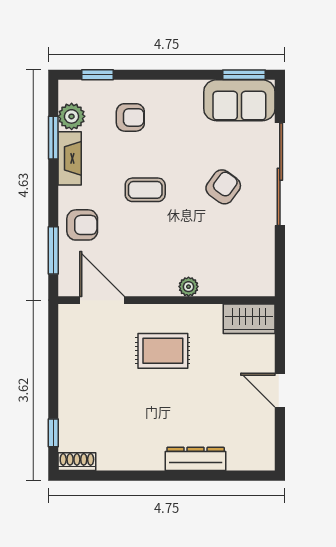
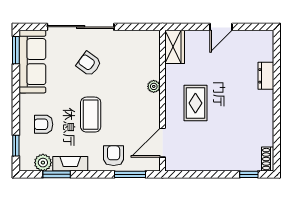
sofa: (239, 100) -> (32, 62), width x1.36
armchair: (130, 117) -> (44, 124), turned -90
coffee table: (145, 190) -> (91, 115), width x1.36, depth x1.30
dresser: (196, 459) -> (266, 76), width x0.70

